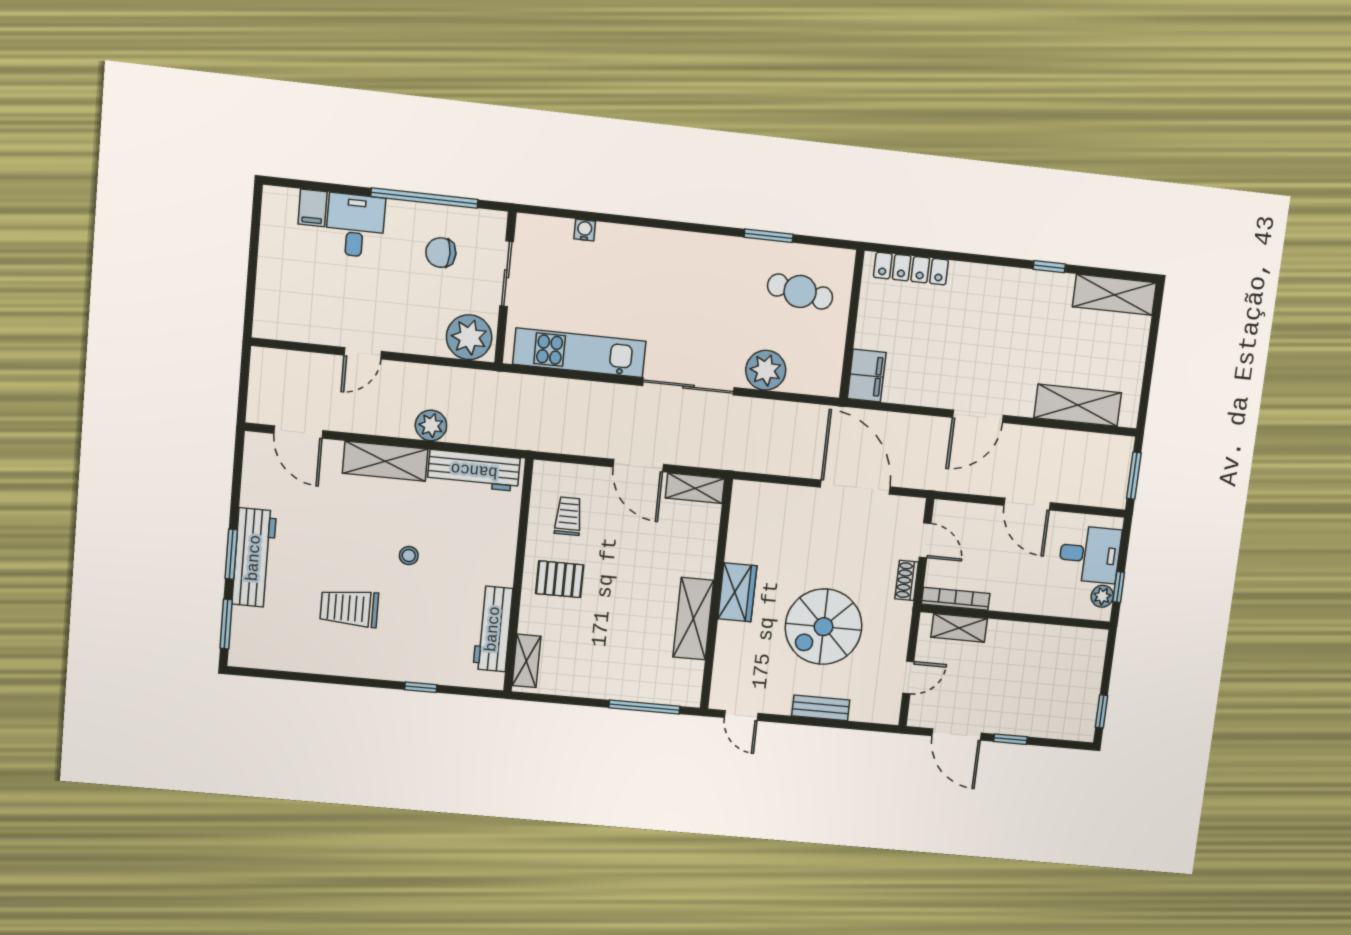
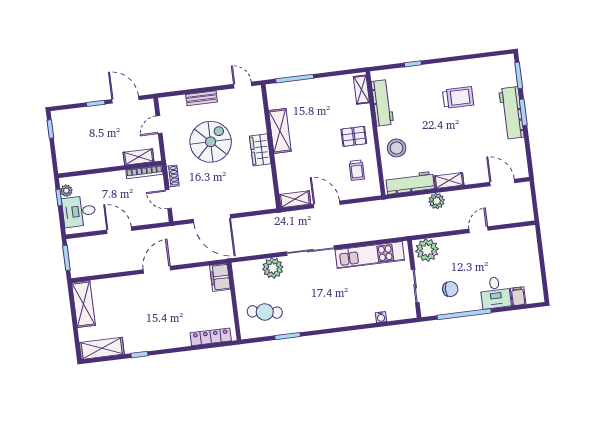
shelving: (1078, 405) -> (84, 304), moved, turned 90
shelving: (385, 461) -> (449, 180), width x0.67, depth x0.75
stool: (409, 556) -> (397, 148), moved, width x1.89, depth x1.89

